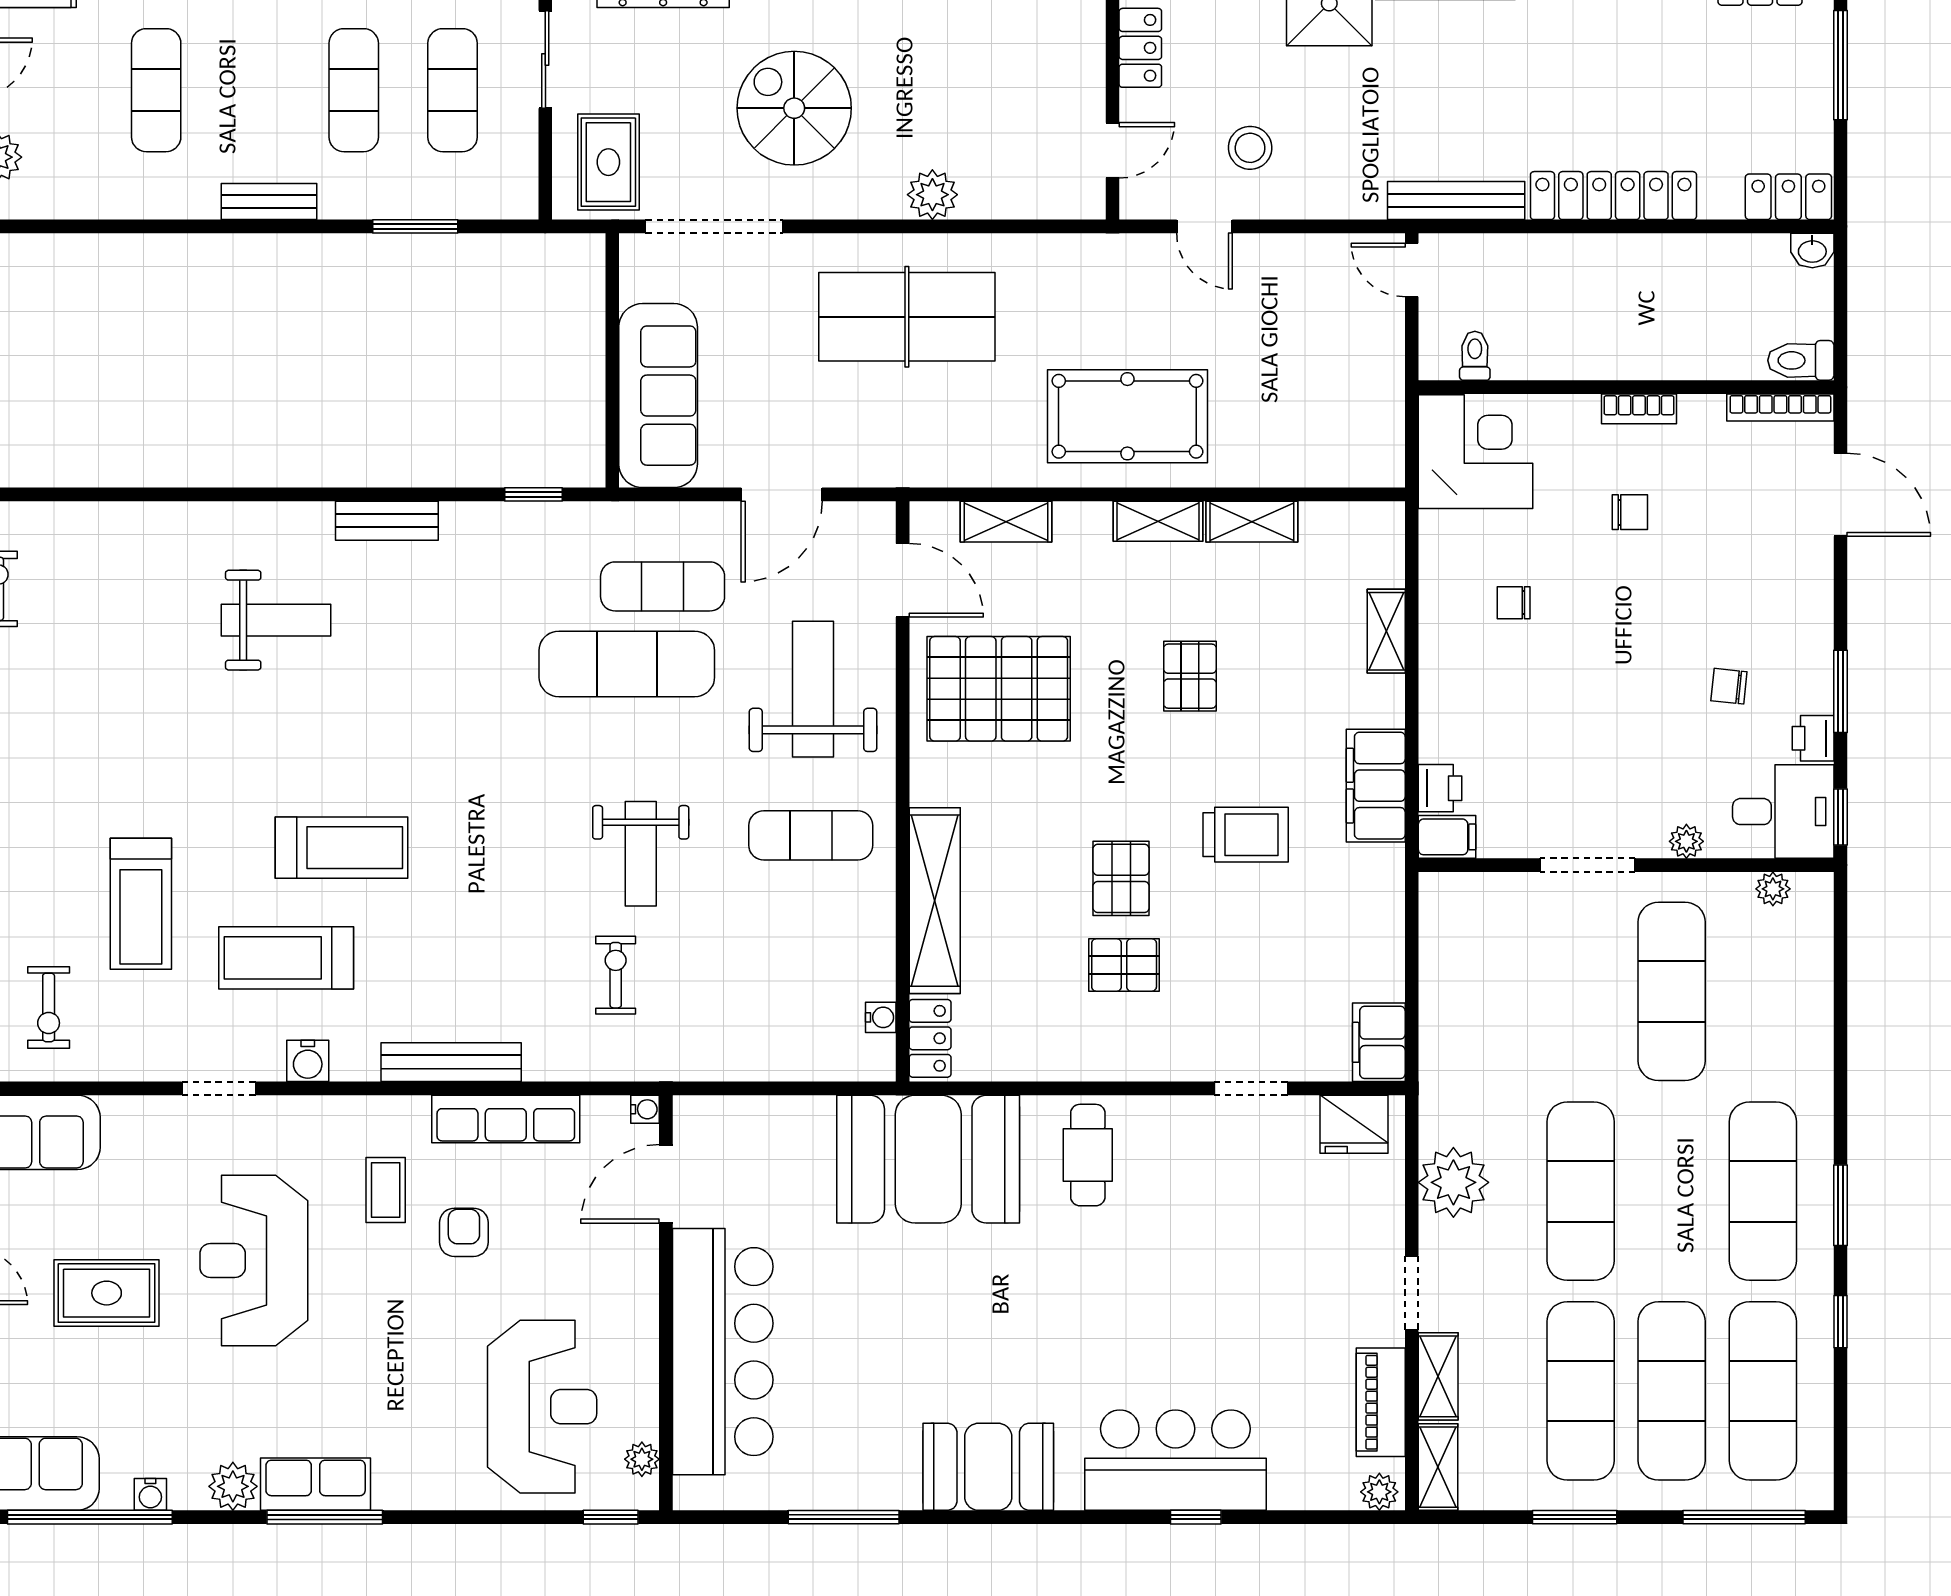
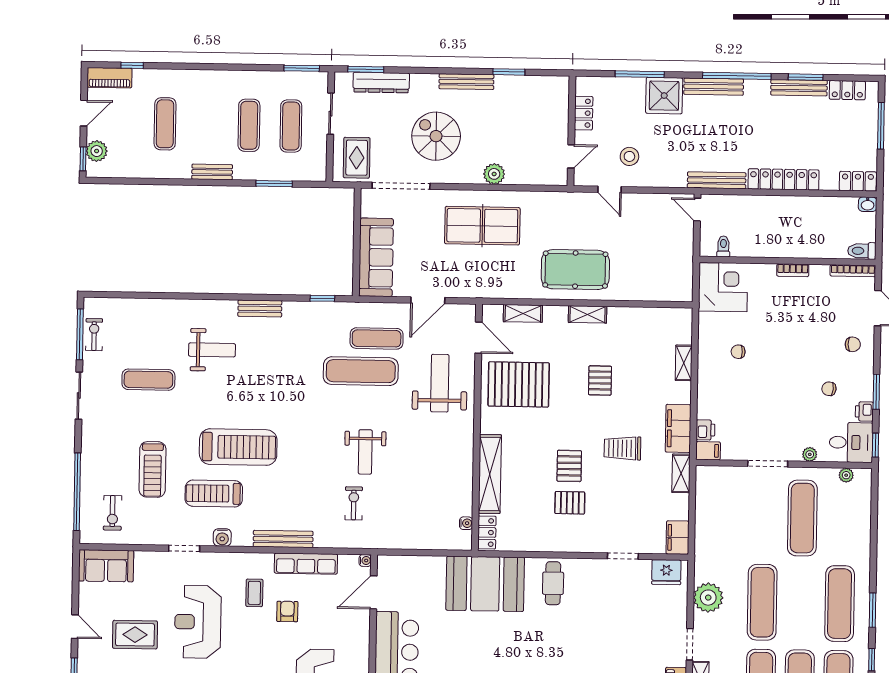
chair: (1630, 512) -> (853, 344), moved
shelving: (1252, 522) -> (681, 473), moved, turned 90
exercise mat: (811, 835) -> (148, 380), moved
trolley: (1246, 835) -> (622, 448), turned 180
treadmill: (342, 848) -> (238, 447), width x1.37, depth x1.38

